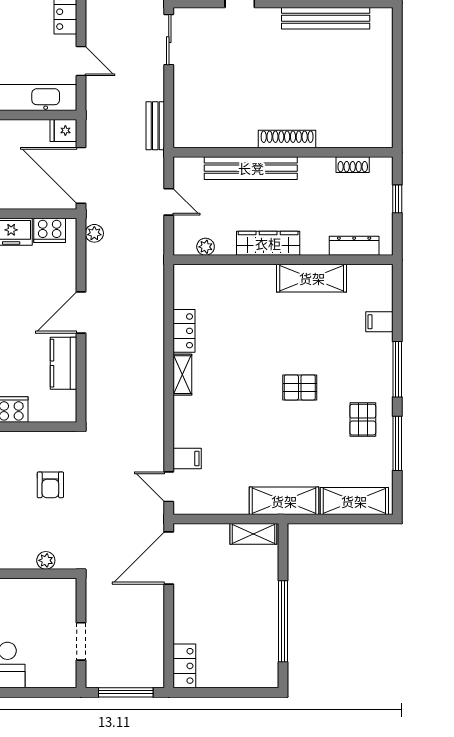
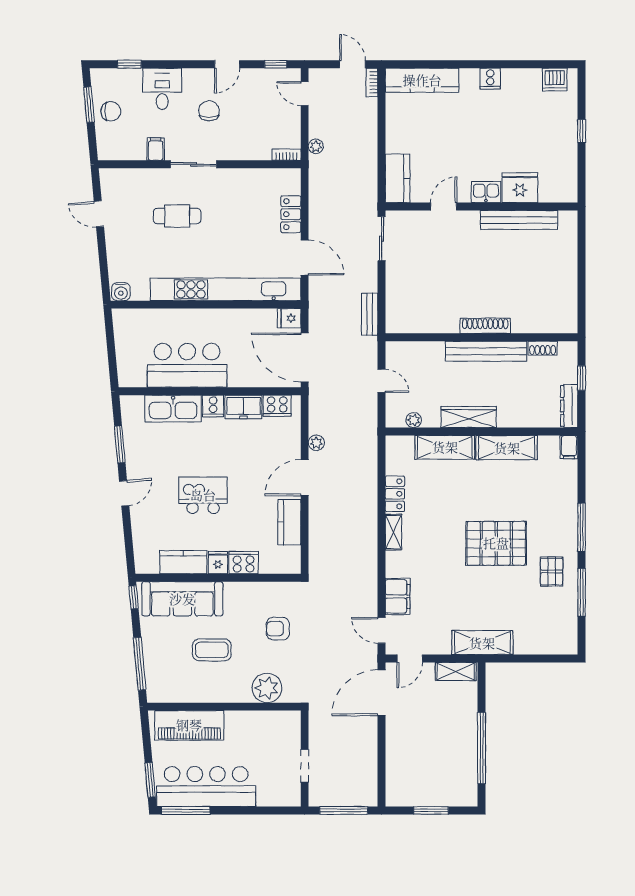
door: (81, 61) -> (305, 257), width x1.38
bench: (251, 168) -> (486, 351), moved
plant: (94, 233) -> (316, 443), moved
dresser: (354, 246) -> (569, 406), moved, turned -90
filing cabinet: (379, 322) -> (569, 447), moved, turned -90
pallet: (300, 387) -> (496, 543), width x2.05, depth x2.00
filing cabinet: (187, 459) -> (398, 596), width x2.00
armchair: (50, 485) -> (278, 629), turned 90
shelving: (354, 501) -> (445, 447), moved
door: (201, 519) -> (410, 659), added
plant: (46, 560) -> (267, 688), width x1.87, depth x1.87
locker: (184, 666) -> (395, 787), removed
window: (225, 692) -> (431, 810), added

